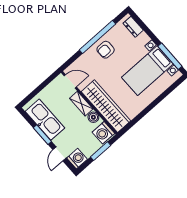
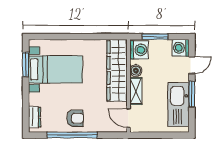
window: (170, 56) -> (26, 65), width x0.69

